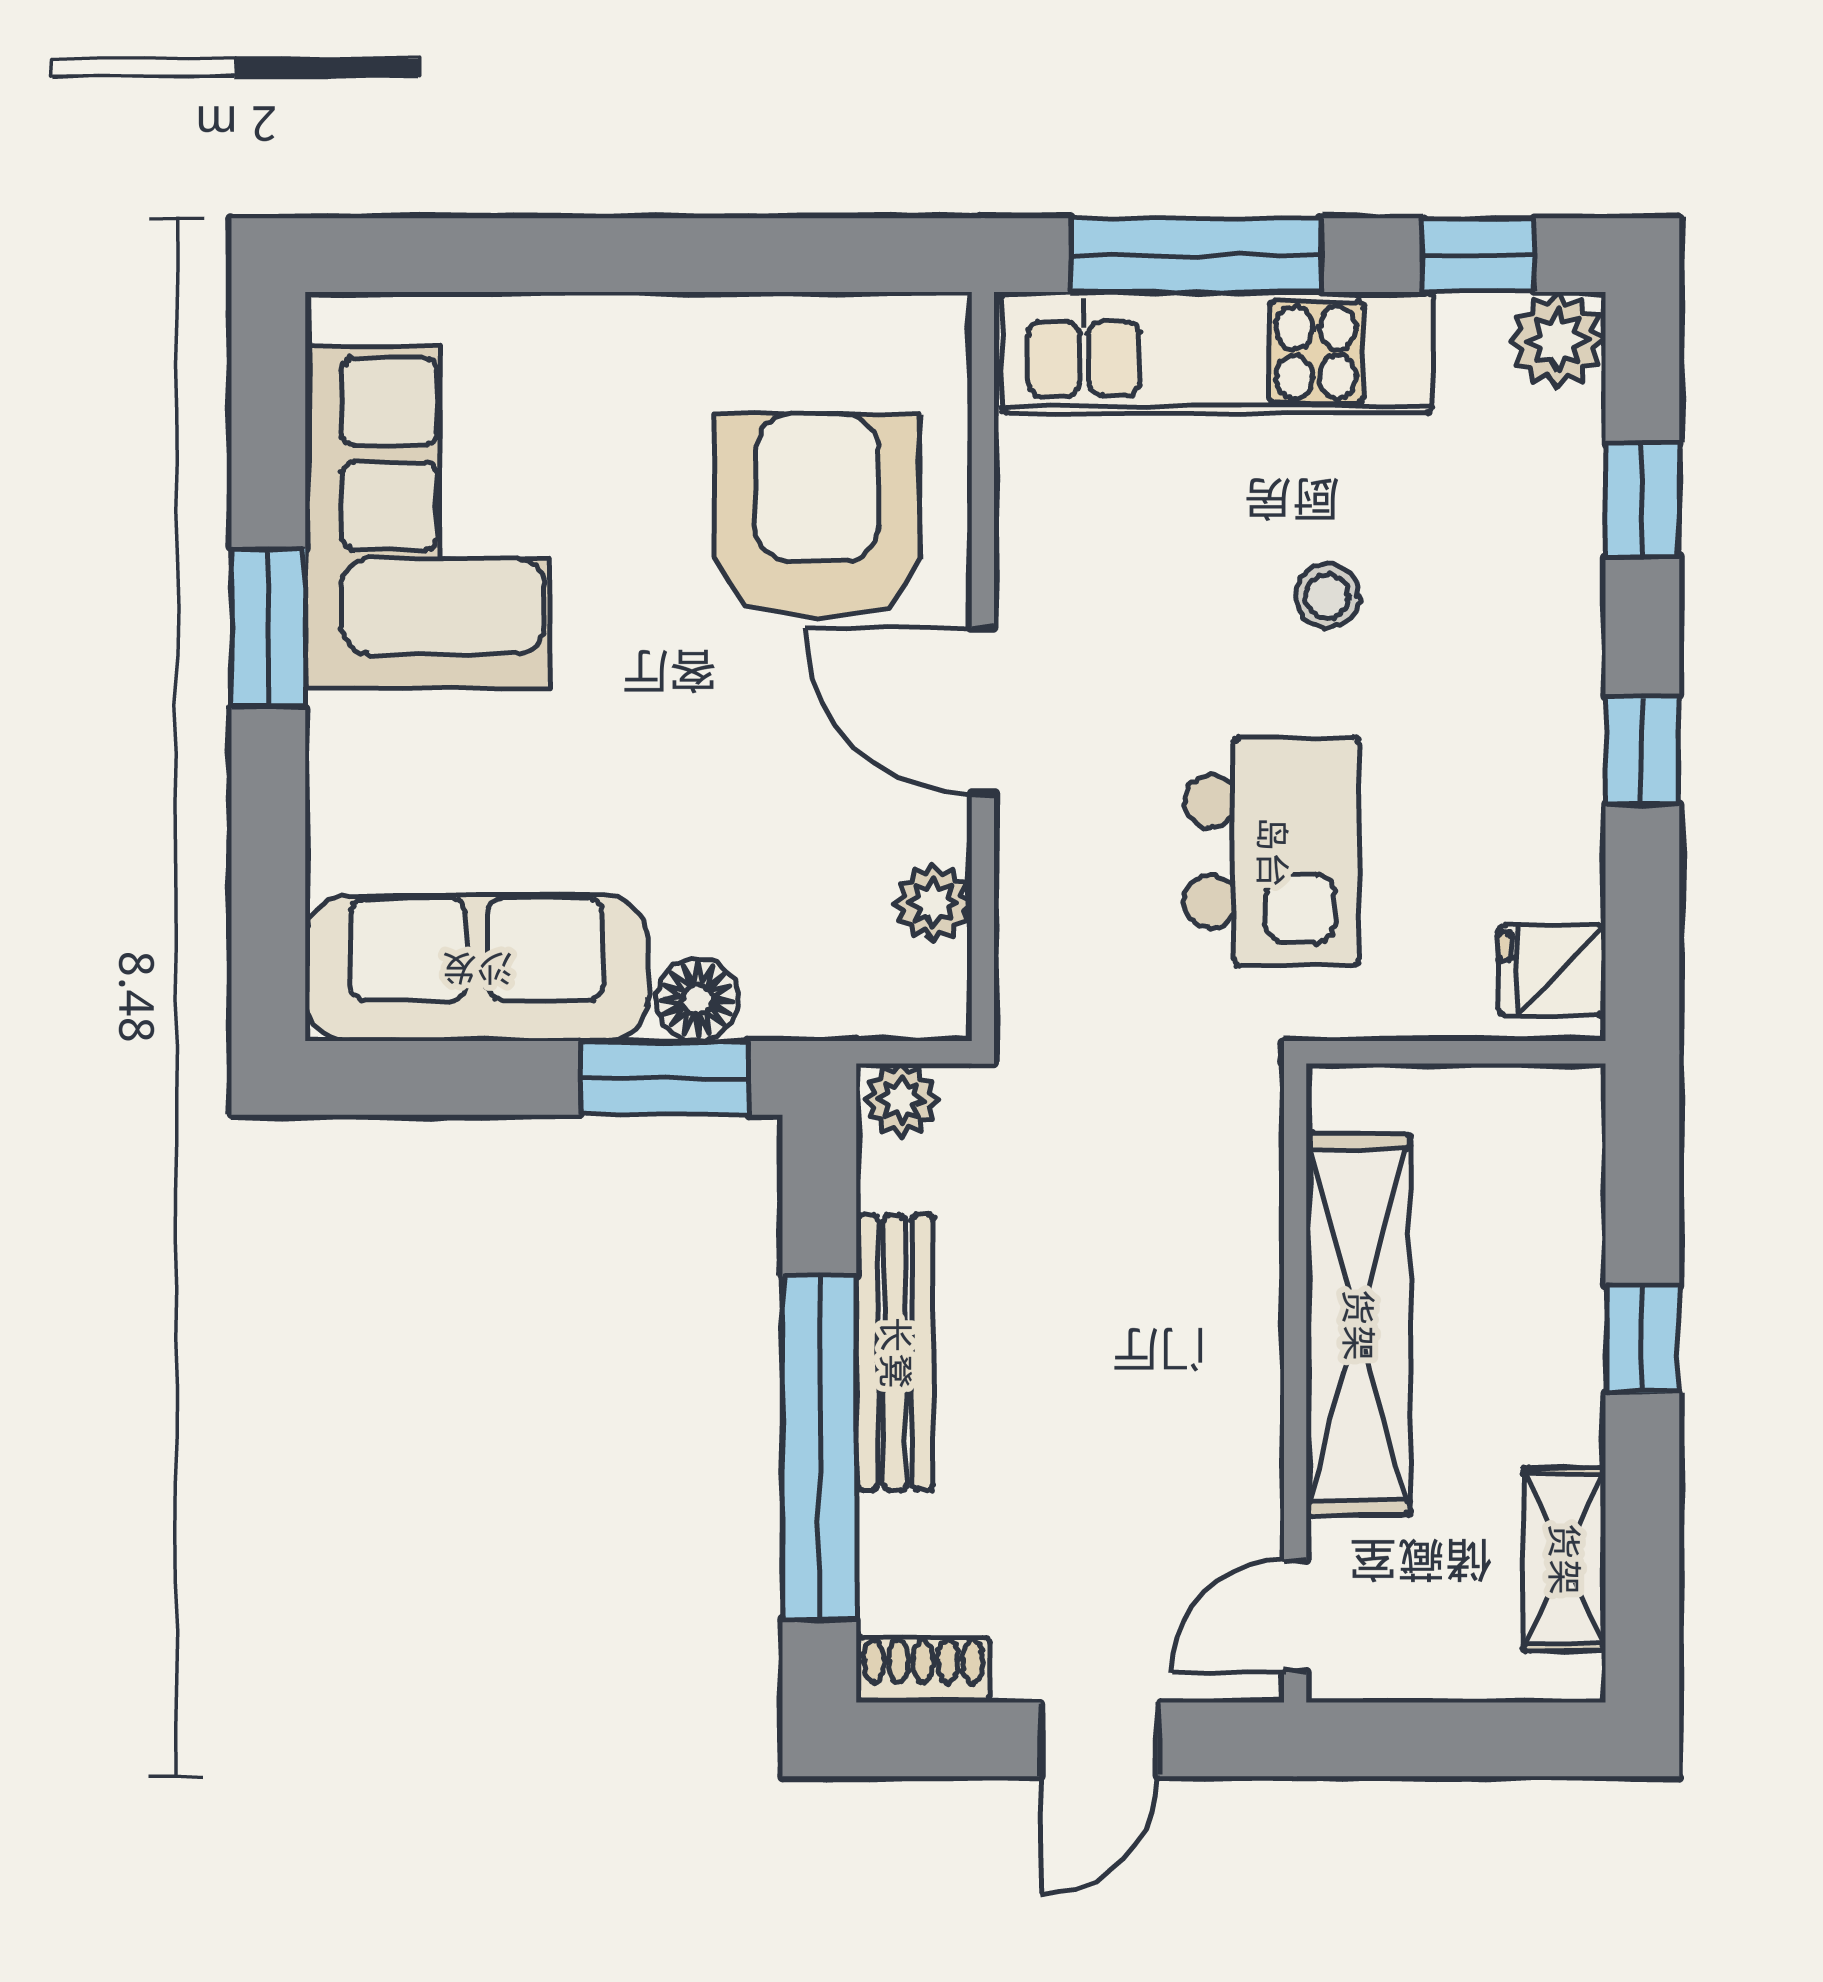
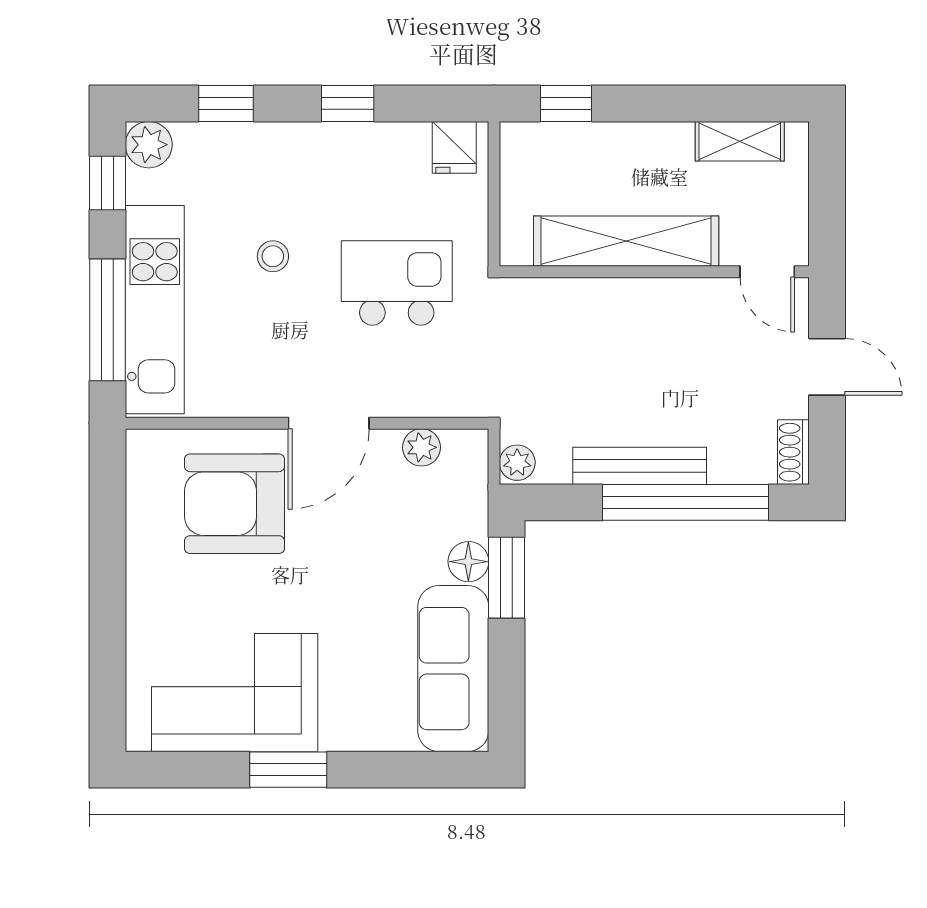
window: (1642, 1339) -> (566, 104), moved

